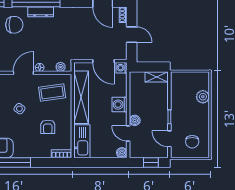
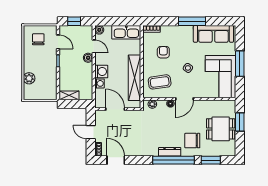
washing machine: (122, 68) -> (99, 83), moved
kitchen sink: (82, 141) -> (126, 32), moved, turned -90

